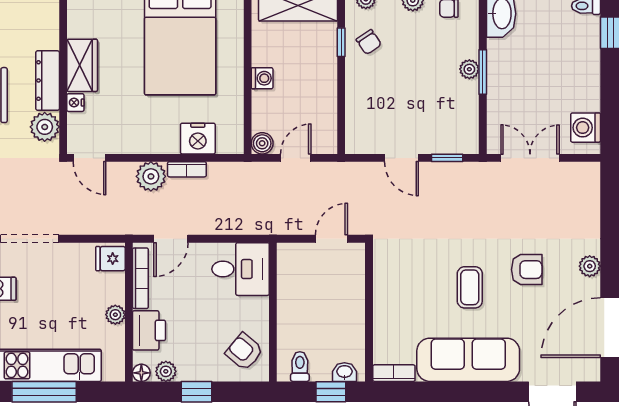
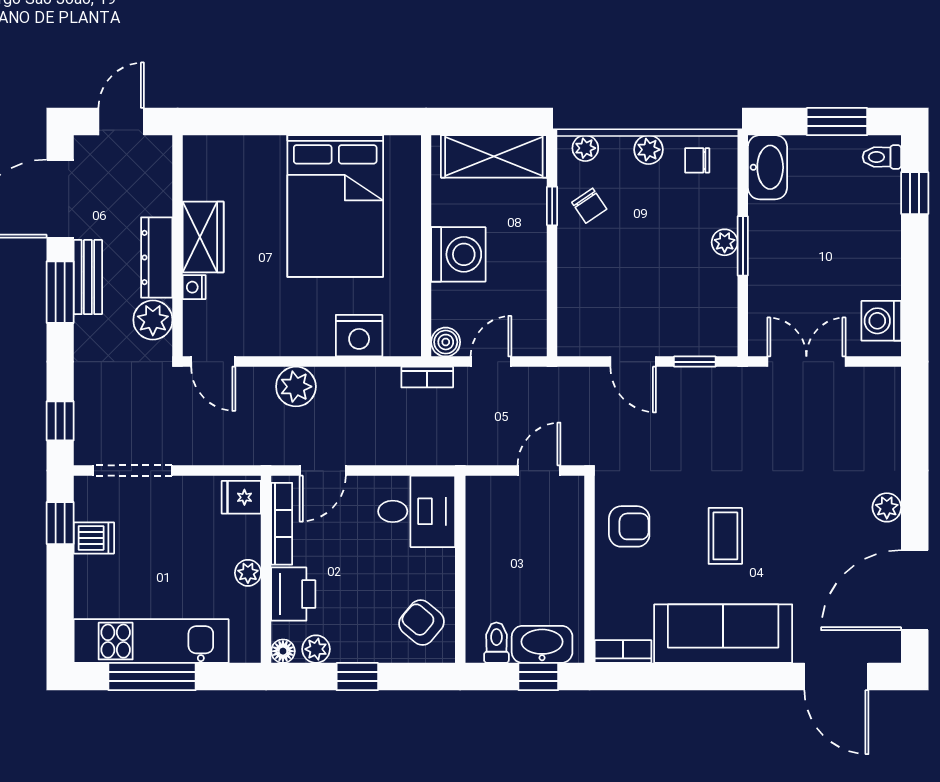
washing machine: (262, 78) -> (458, 254), width x1.89, depth x1.89
bookcase: (187, 169) -> (427, 377), moved
armchair: (527, 270) -> (629, 526), moved
washbasin: (344, 372) -> (542, 644), width x1.91, depth x1.45

